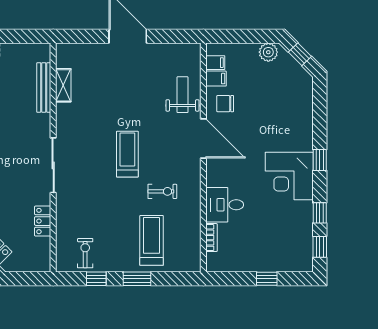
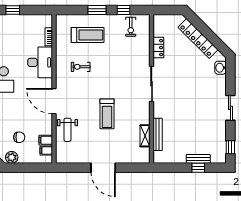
chair: (225, 104) -> (19, 137), moved
treadmill: (127, 154) -> (107, 114), moved
desk: (225, 205) -> (40, 62), width x1.37
treadmill: (152, 240) -> (88, 35), turned -90

